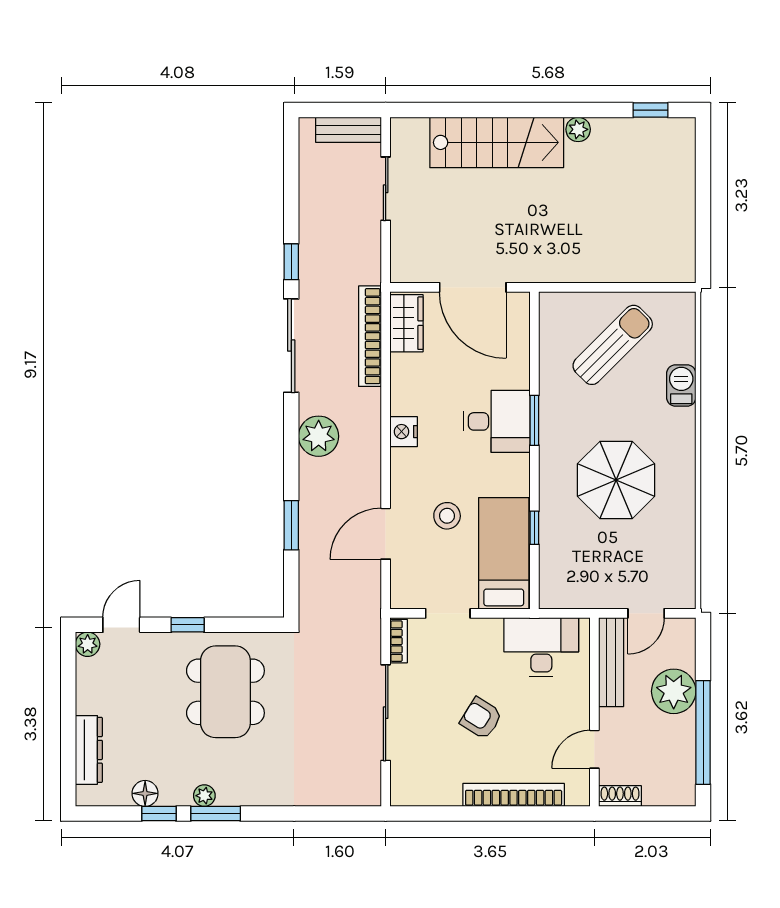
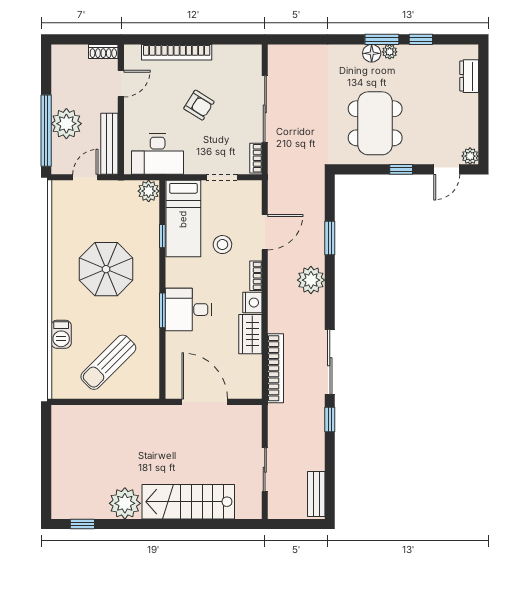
plant: (578, 129) -> (125, 503), width x1.88, depth x1.88
bench: (348, 130) -> (316, 494), moved, turned 90
wardrobe: (406, 323) -> (250, 334), moved
plant: (319, 436) -> (311, 280), moved
bookcase: (399, 470) -> (256, 276), added
plant: (554, 593) -> (149, 191), added
window: (703, 732) -> (46, 131), moved
dresser: (89, 750) -> (469, 76), width x0.70
floor lamp: (145, 793) -> (372, 53), moved

